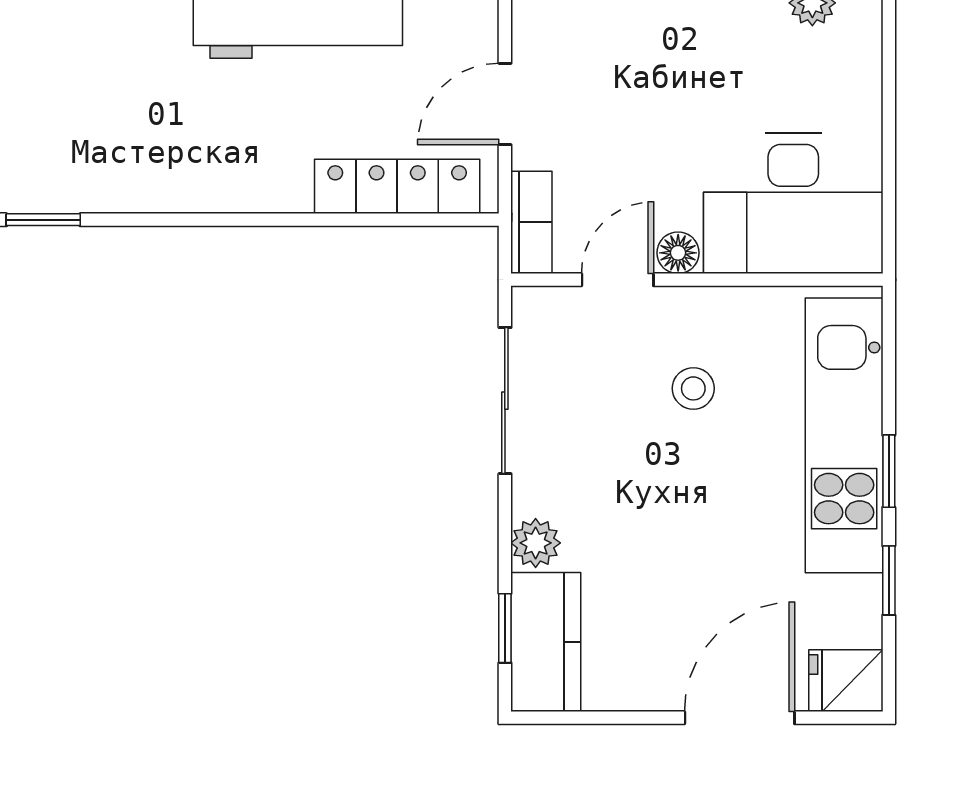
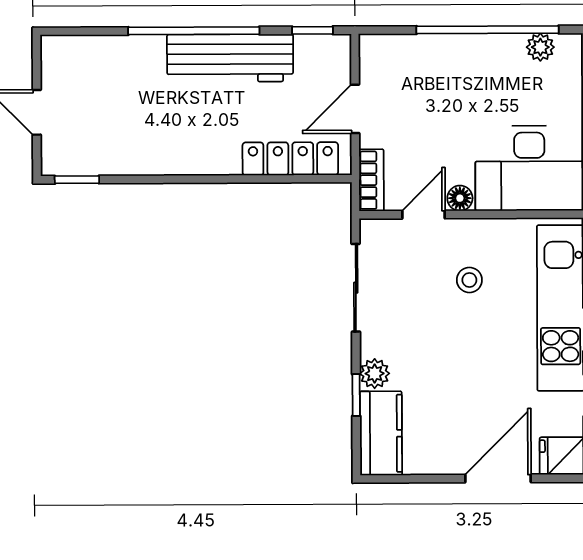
window: (505, 628) -> (356, 395), moved

